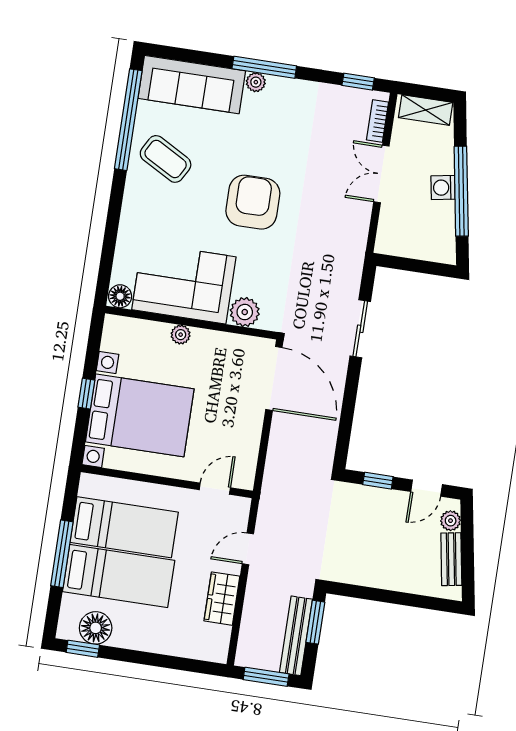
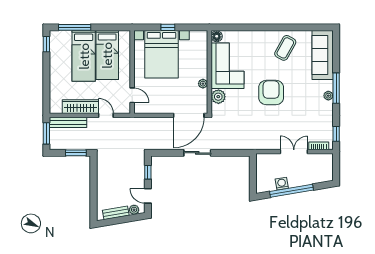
plant: (256, 82) -> (328, 96), moved
shelving: (426, 110) -> (327, 168), removed
window: (128, 120) -> (301, 27), removed
washing machine: (443, 188) -> (282, 184), moved
armchair: (253, 202) -> (271, 93), turned -90
sliding door: (360, 329) -> (197, 153), moved
plant: (181, 335) -> (203, 84), moved
window: (62, 554) -> (75, 27), moved
wardrobe: (222, 599) -> (80, 107), width x1.50
floor lamp: (96, 628) -> (57, 49), removed
bench: (296, 636) -> (68, 122), moved

